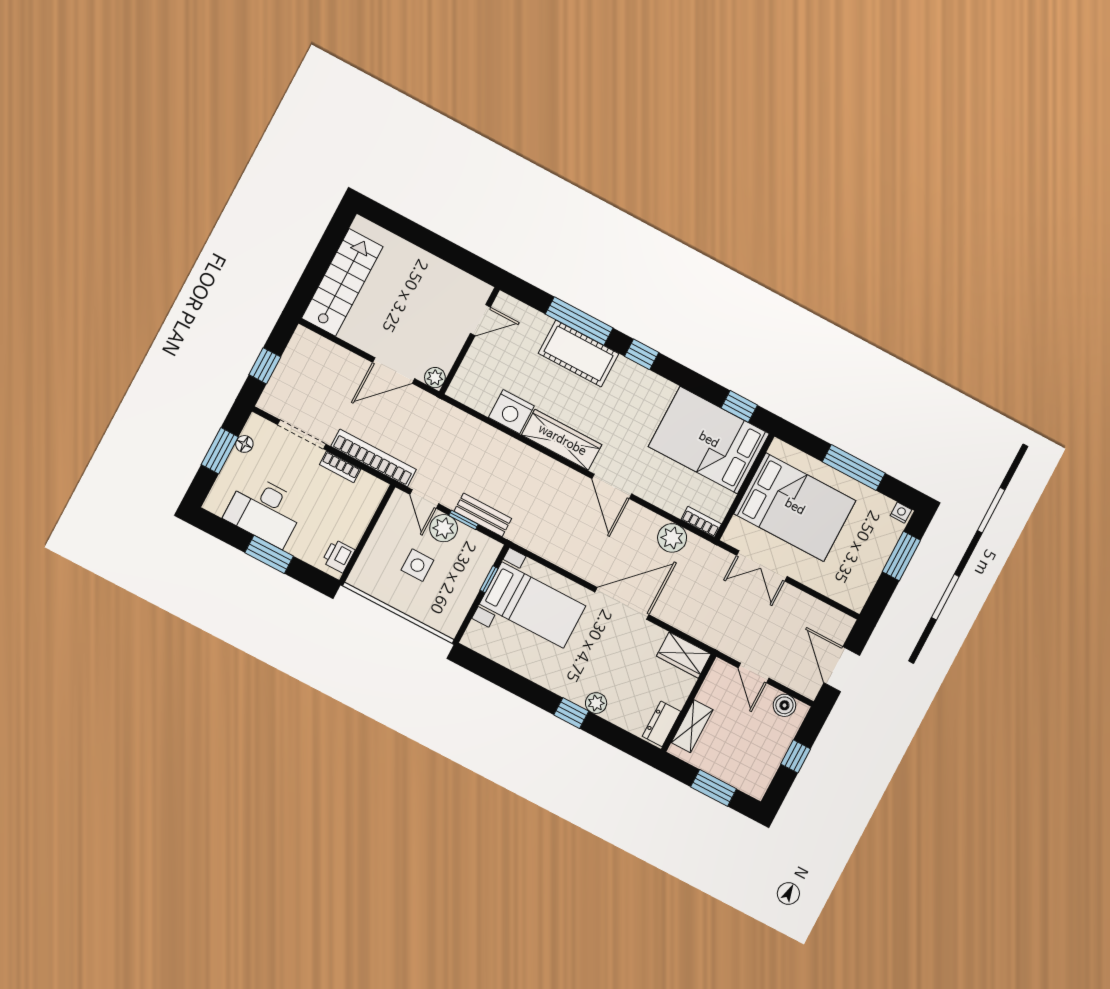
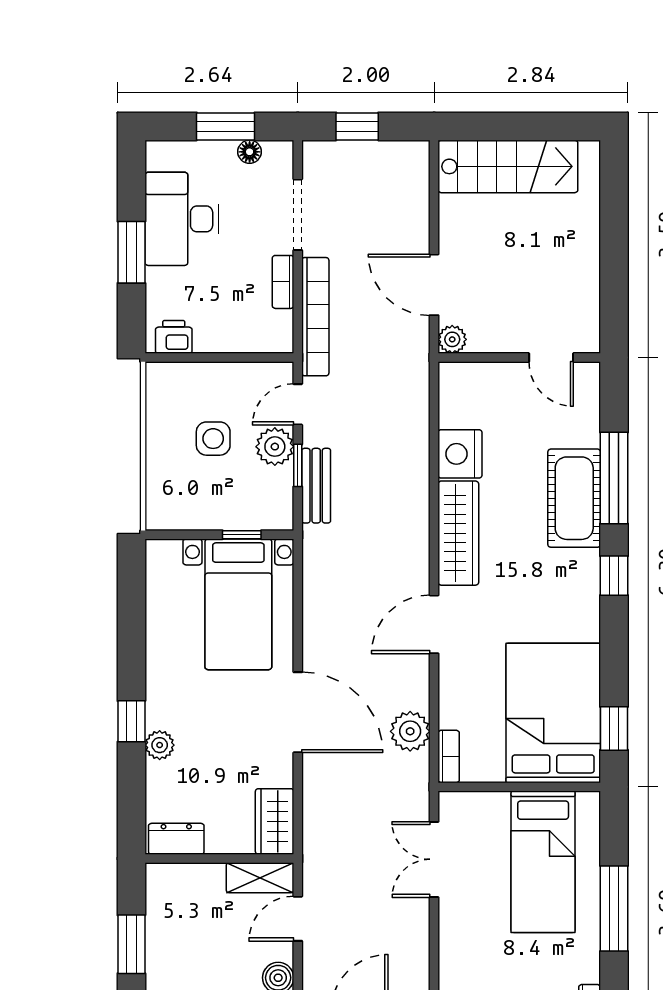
bed: (795, 507) -> (543, 862), width x0.67
shelving: (692, 726) -> (260, 878), moved

